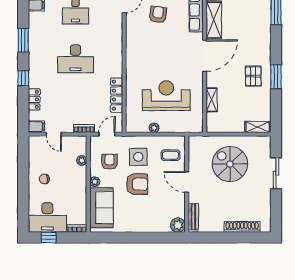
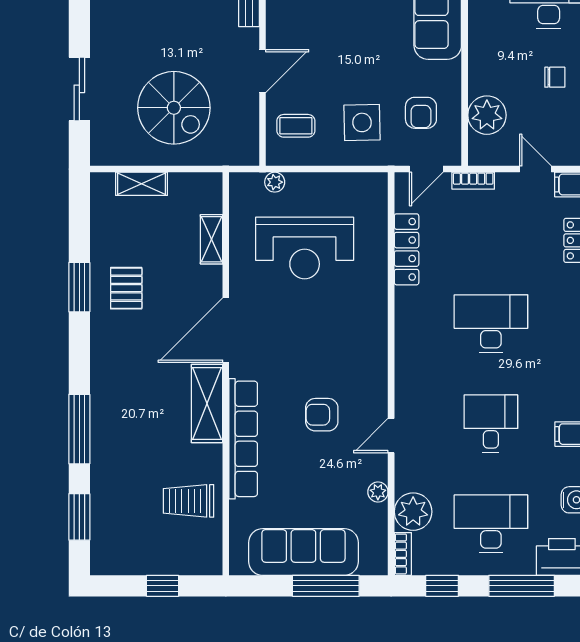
armchair: (158, 14) -> (322, 415), turned 82
shelving: (258, 127) -> (142, 184), moved
plant: (154, 128) -> (275, 182), moved
plant: (82, 160) -> (487, 115), width x1.88, depth x1.88
plant: (95, 182) -> (451, 71), removed
door: (187, 182) -> (263, 71), hinge flipped
armchair: (137, 184) -> (364, 67), removed

